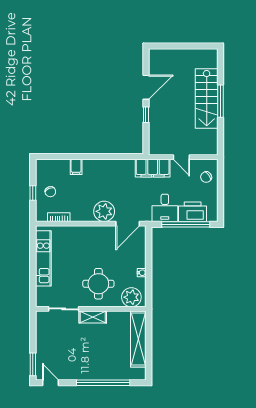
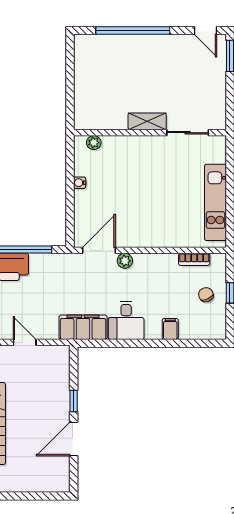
filing cabinet: (153, 168) -> (83, 327), moved
desk: (165, 208) -> (126, 320), moved, turned 180
plant: (104, 211) -> (125, 261), width x0.53, depth x0.53
round table: (98, 284) -> (139, 167), removed
plant: (131, 297) -> (94, 143), width x0.53, depth x0.53
shelving: (138, 339) -> (84, 91), removed

